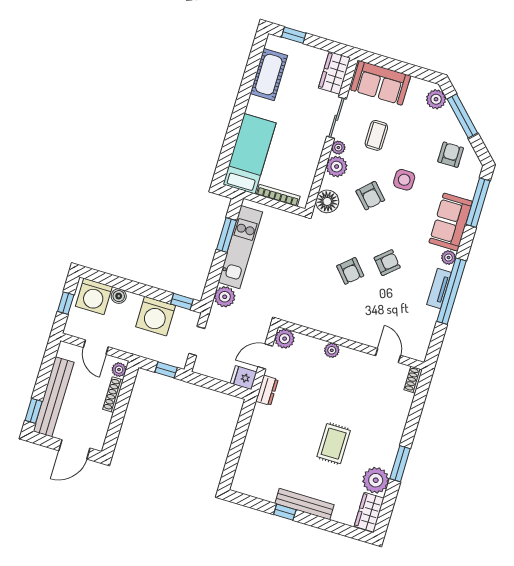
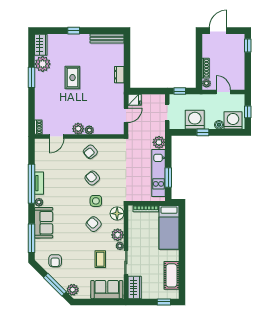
side table: (404, 180) -> (96, 201), moved
armchair: (387, 263) -> (90, 152), moved
window: (182, 302) -> (203, 132), moved
plant: (285, 339) -> (78, 129), moved
door: (388, 356) -> (57, 137), hinge flipped
dresser: (267, 390) -> (119, 75), moved
bench: (54, 397) -> (239, 57), removed
bench: (304, 504) -> (107, 38), moved
window: (285, 512) -> (74, 31), moved

